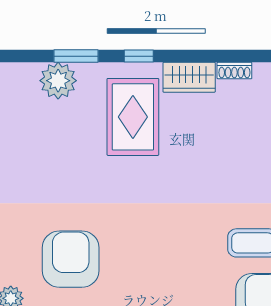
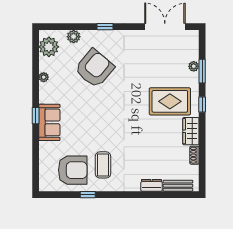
plant: (58, 81) -> (194, 66), width x0.53, depth x0.53
armchair: (71, 259) -> (94, 68), turned -50

